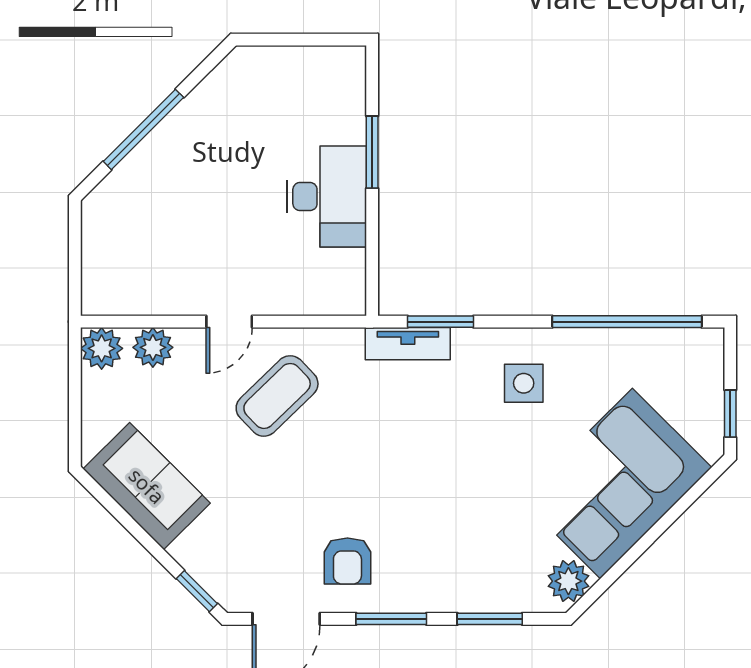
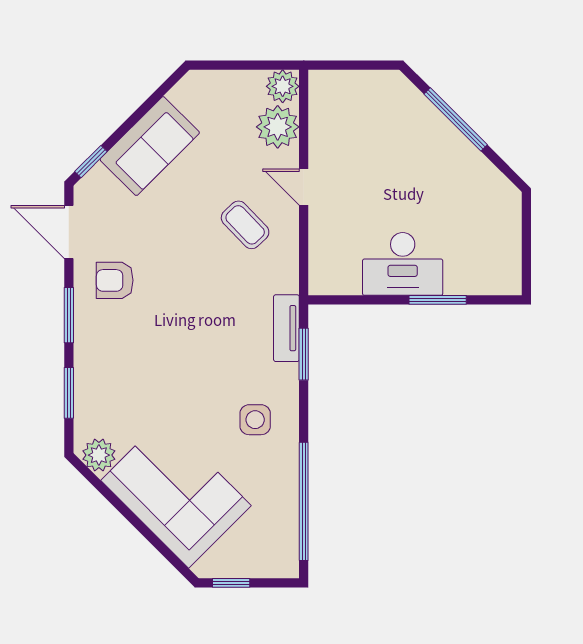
plant: (153, 347) -> (278, 127), width x1.36, depth x1.36
coffee table: (277, 396) -> (245, 225), width x0.73, depth x0.77
sofa: (147, 486) -> (150, 146), moved

